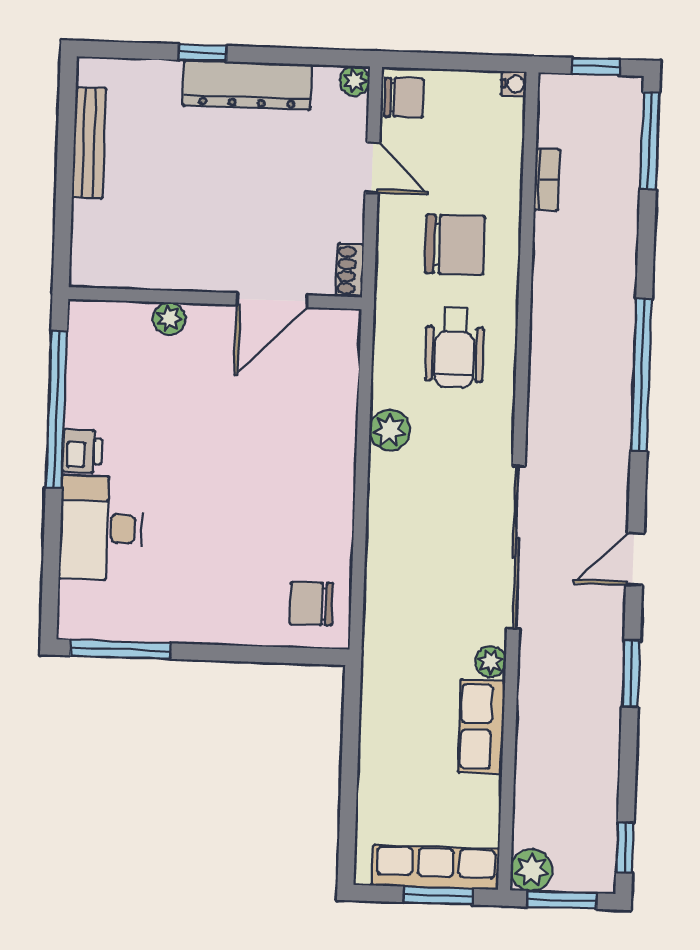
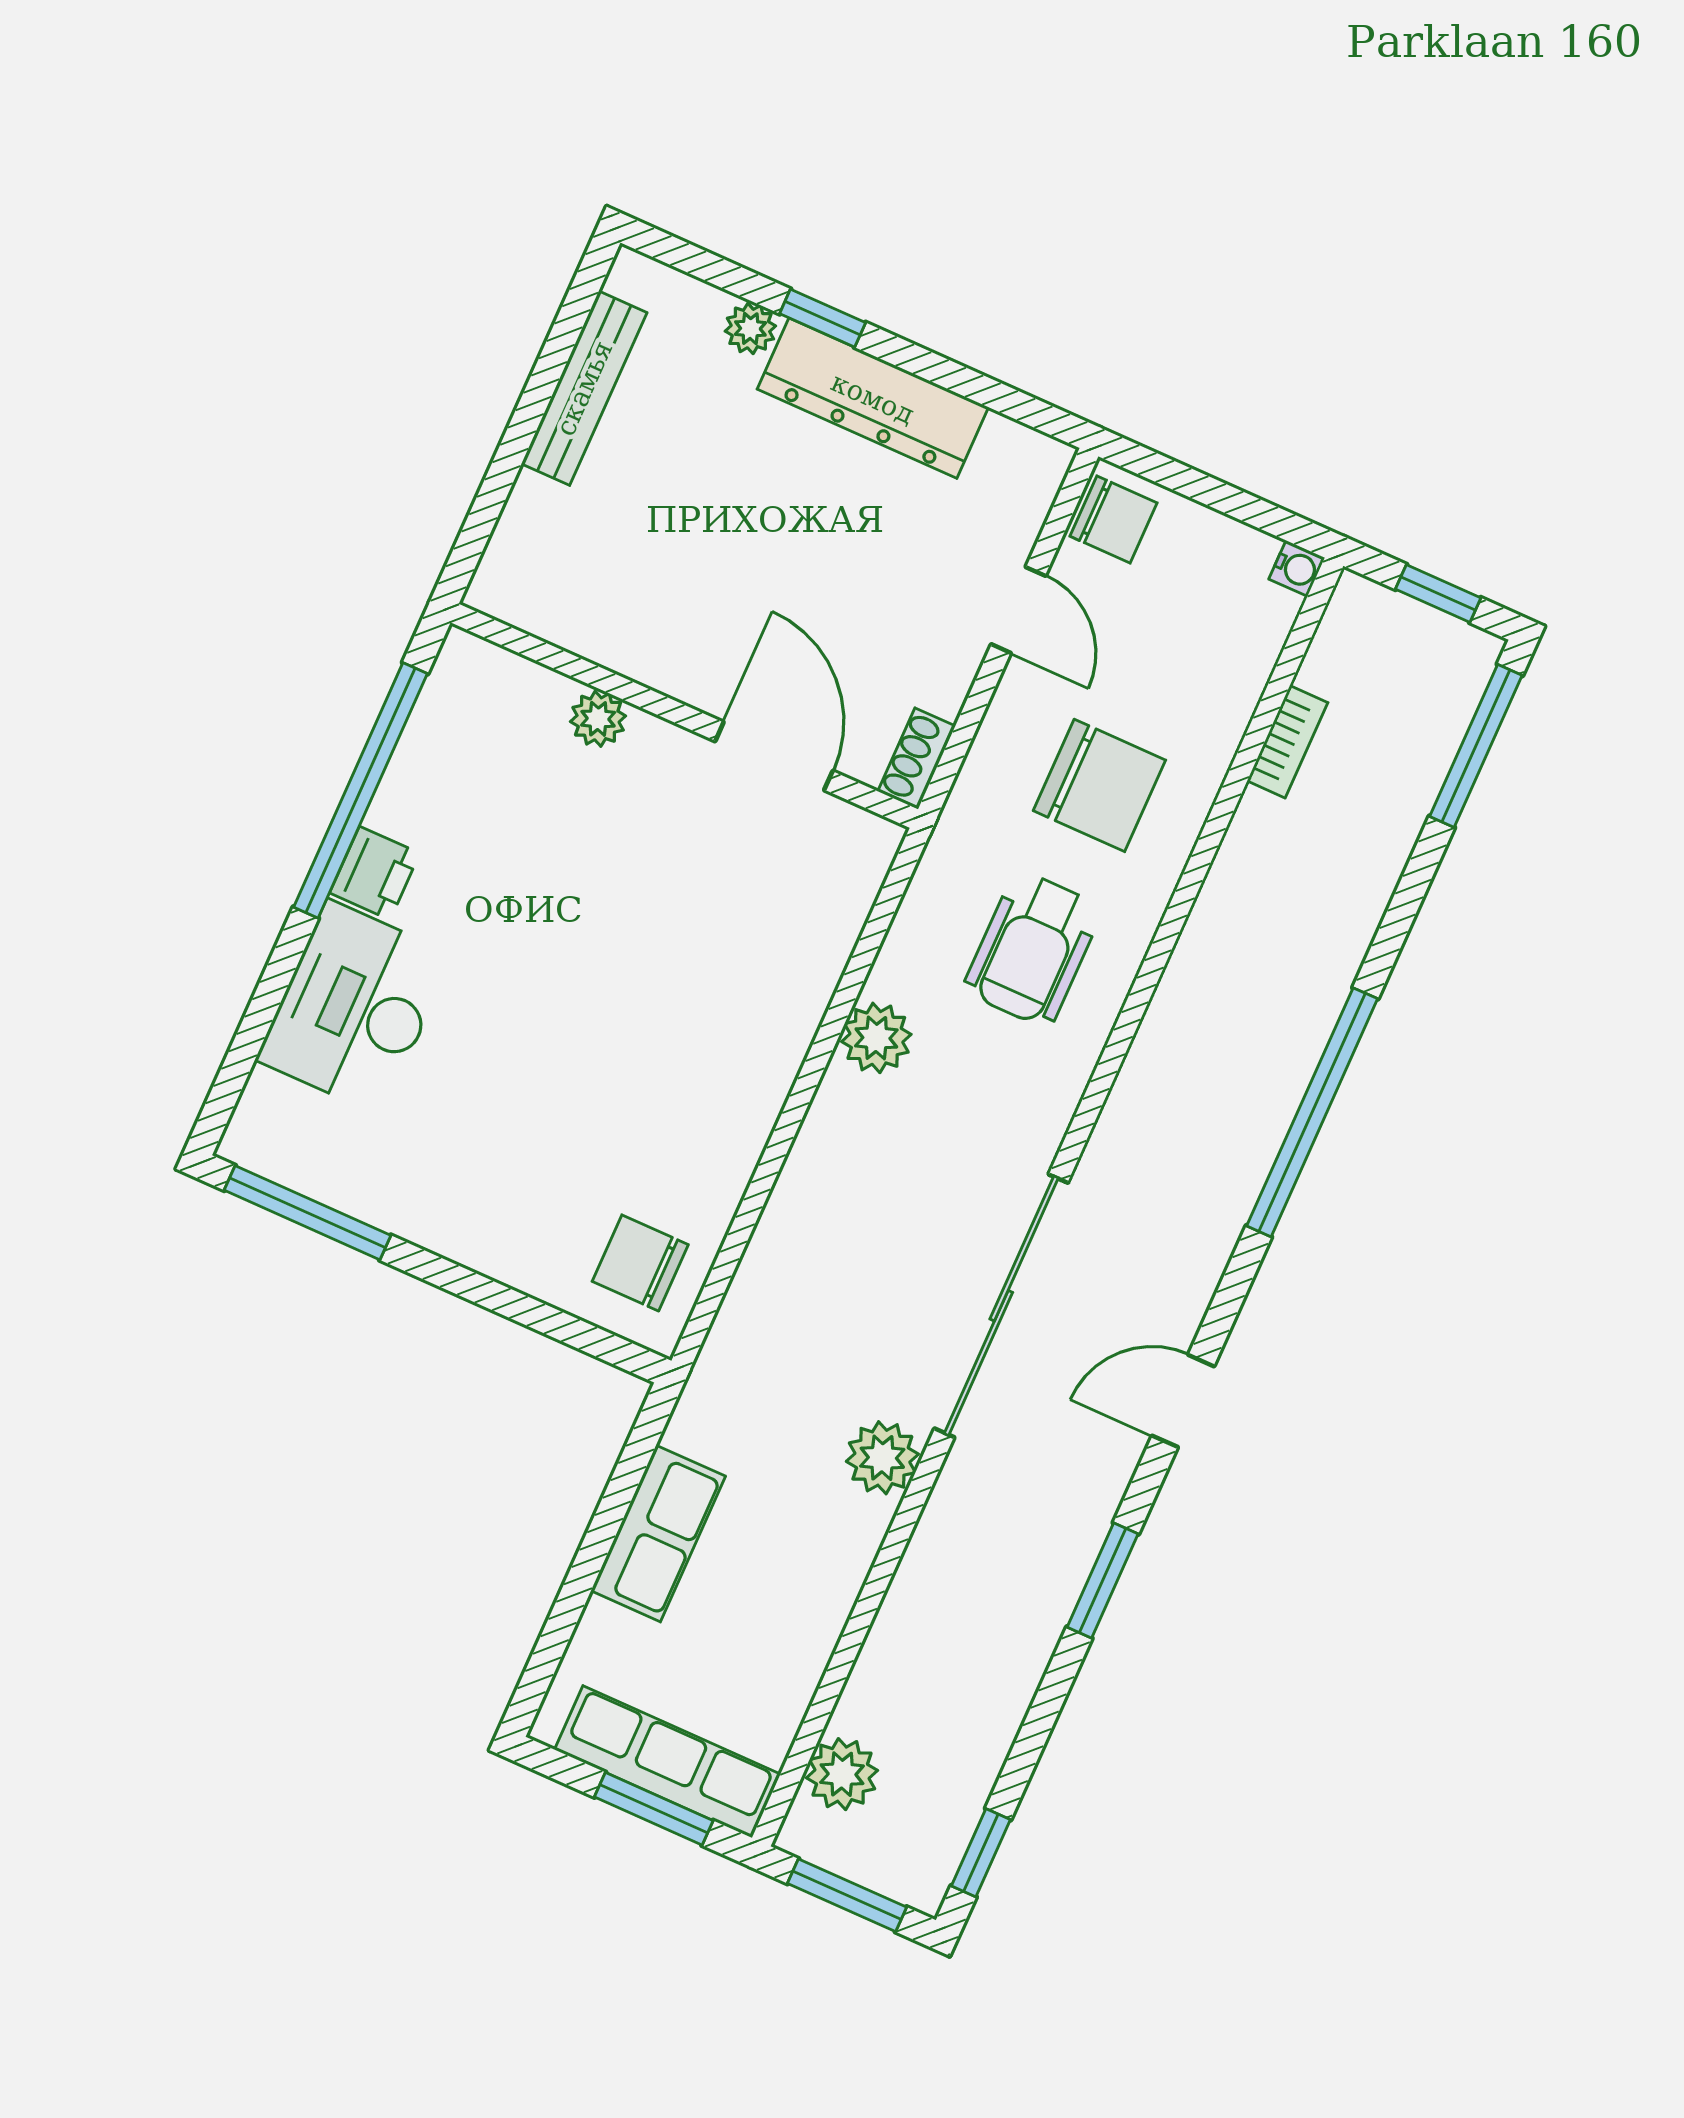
plant: (355, 81) -> (750, 329), moved
door: (272, 300) -> (774, 756), swing flipped
plant: (491, 662) -> (882, 1458), width x1.38, depth x1.38
row of seats: (481, 727) -> (658, 1533), moved, turned 180
plant: (531, 870) -> (842, 1774), moved

